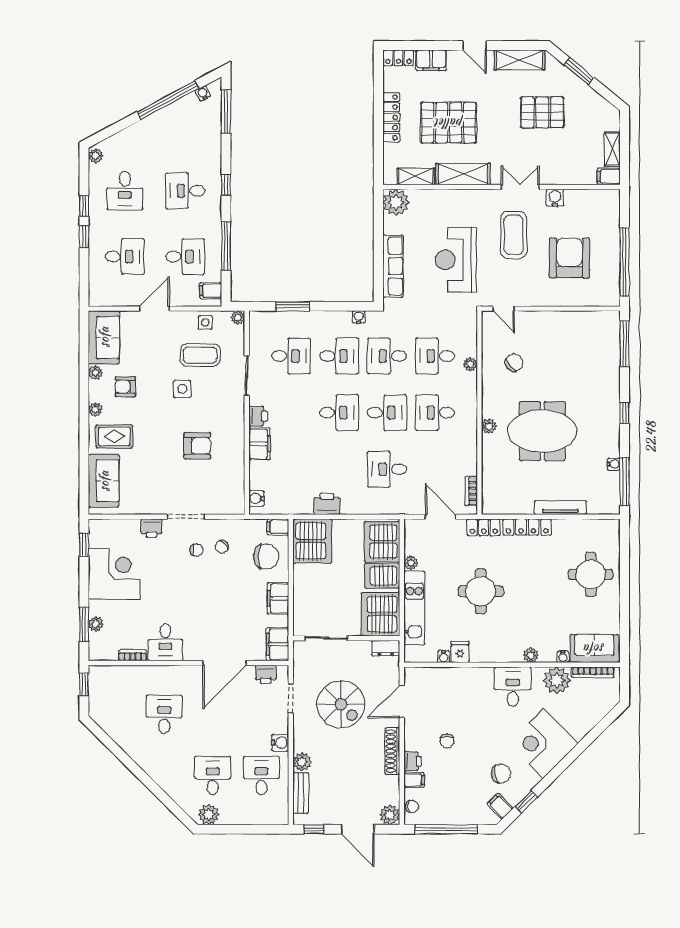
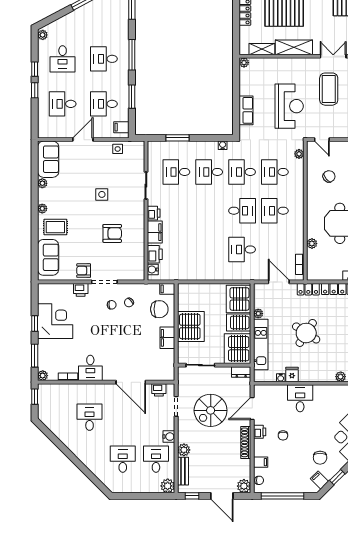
window: (226, 185) -> (132, 55), width x2.17
plant: (396, 202) -> (244, 63), width x0.53, depth x0.53
window: (226, 246) -> (132, 97), width x0.69
desk: (125, 257) -> (63, 104), turned 180
desk: (185, 257) -> (104, 104), turned 180
reception desk: (456, 260) -> (289, 106), turned 180
row of seats: (393, 266) -> (246, 110), width x0.68
plant: (238, 318) -> (140, 146), removed
coffee table: (200, 355) -> (114, 171), removed
desk: (291, 356) -> (176, 172), turned 180
desk: (339, 356) -> (209, 172), turned 180
plant: (470, 364) -> (299, 154), moved
armchair: (125, 387) -> (84, 271), moved
desk: (339, 413) -> (209, 211), removed
plant: (489, 426) -> (312, 244), moved
printer: (327, 504) -> (155, 254), moved, turned 90
server rack: (312, 541) -> (191, 326), moved
window: (84, 545) -> (35, 324), moved
round table: (481, 591) -> (306, 333), turned 33
plant: (96, 624) -> (43, 376), moved
filing cabinet: (278, 644) -> (167, 369), removed
door: (224, 663) -> (131, 382), hinge flipped
desk: (513, 687) -> (300, 398), moved
spiral stairs: (341, 704) -> (211, 410), turned 90
printer: (413, 761) -> (260, 432), moved
chair: (501, 773) -> (320, 458), turned 97
plant: (209, 814) -> (168, 486), moved

